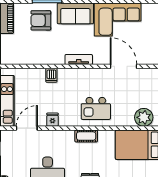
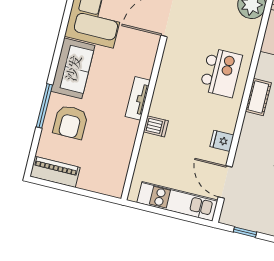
tv unit: (79, 60) -> (138, 98), moved

